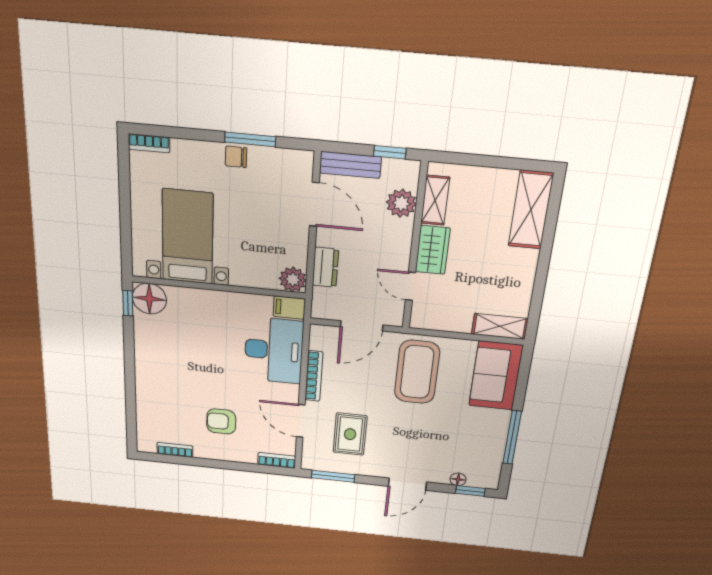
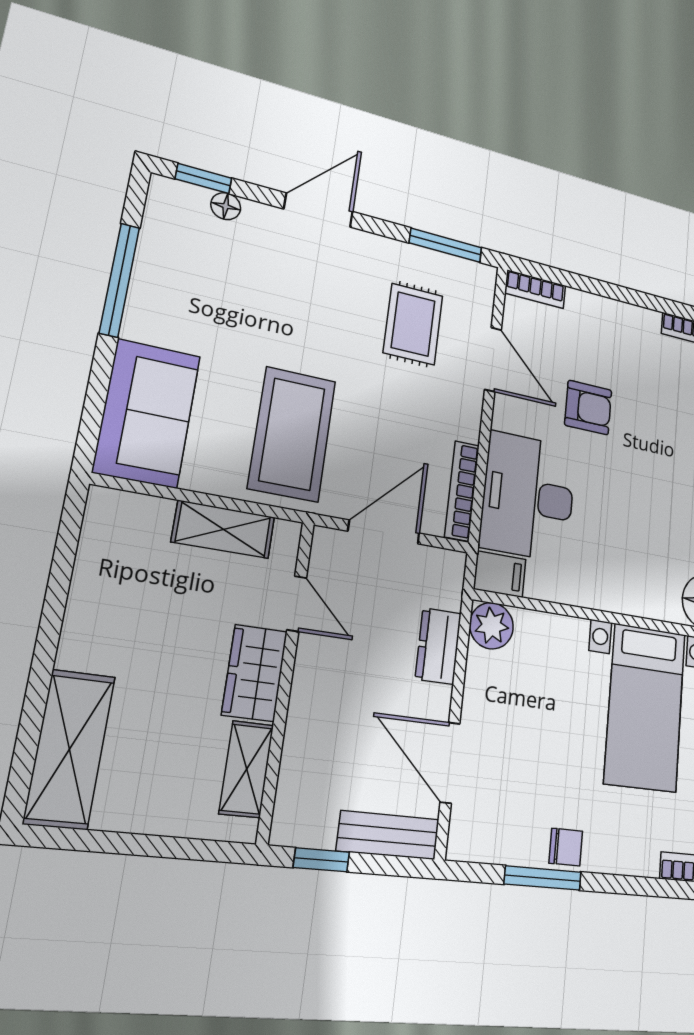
plant: (401, 203) -> (306, 764), removed
shelving: (500, 326) -> (223, 529), moved
bookcase: (314, 376) -> (462, 491), moved
armchair: (221, 421) -> (588, 408), moved

